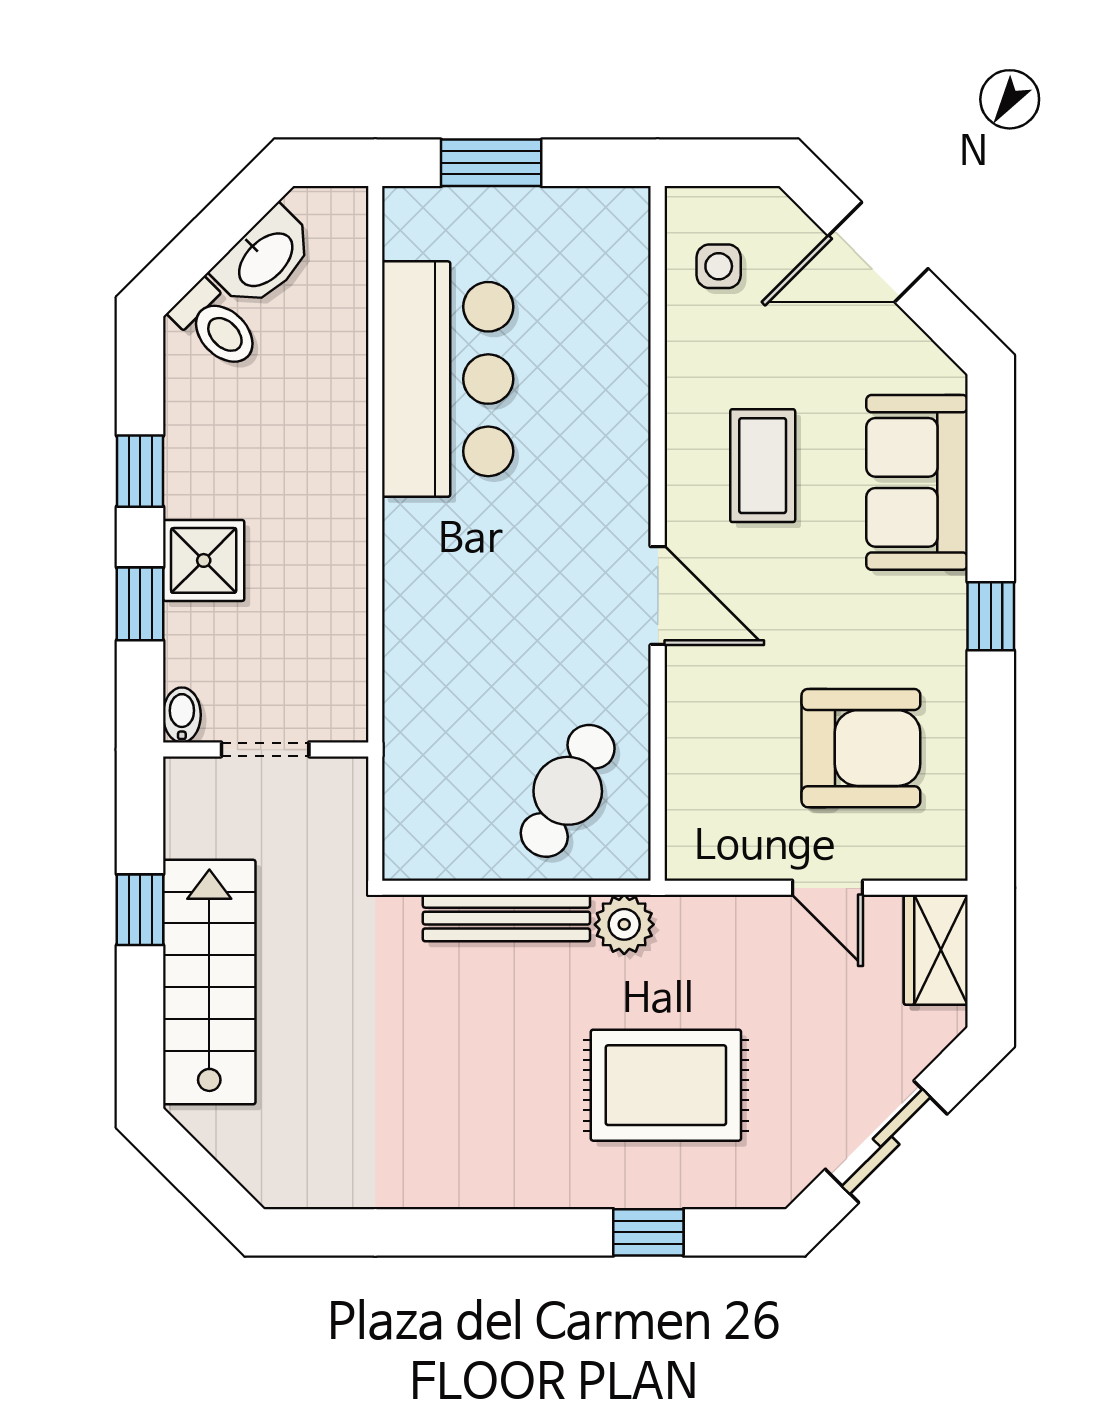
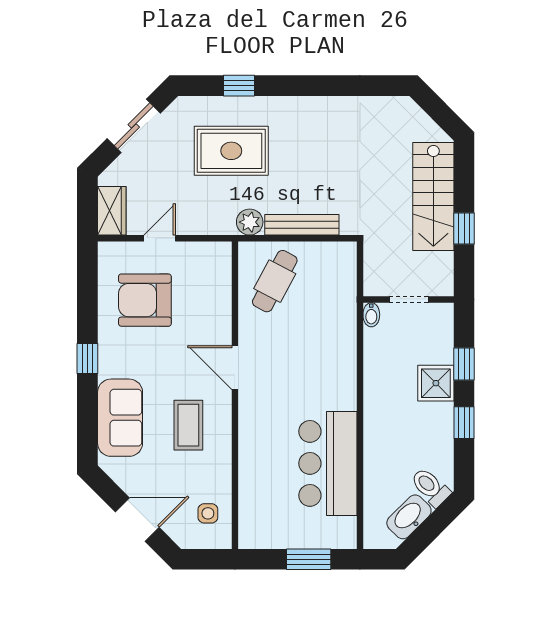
bidet: (182, 715) -> (371, 315), moved
door: (828, 888) -> (160, 238), hinge flipped

